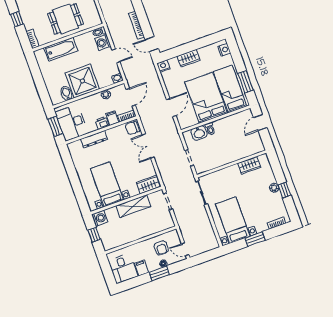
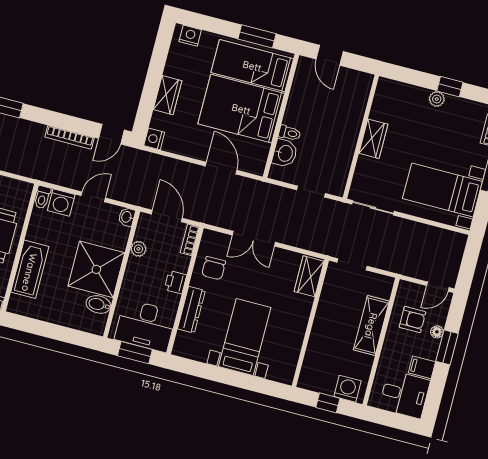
filing cabinet: (112, 118) -> (179, 263), removed
chair: (132, 128) -> (214, 268), moved
wardrobe: (249, 165) -> (373, 139), moved
bed with nightstands: (107, 184) -> (245, 337), moved, turned 90
shelving: (133, 206) -> (371, 326), moved
washing machine: (100, 218) -> (348, 389), moved

